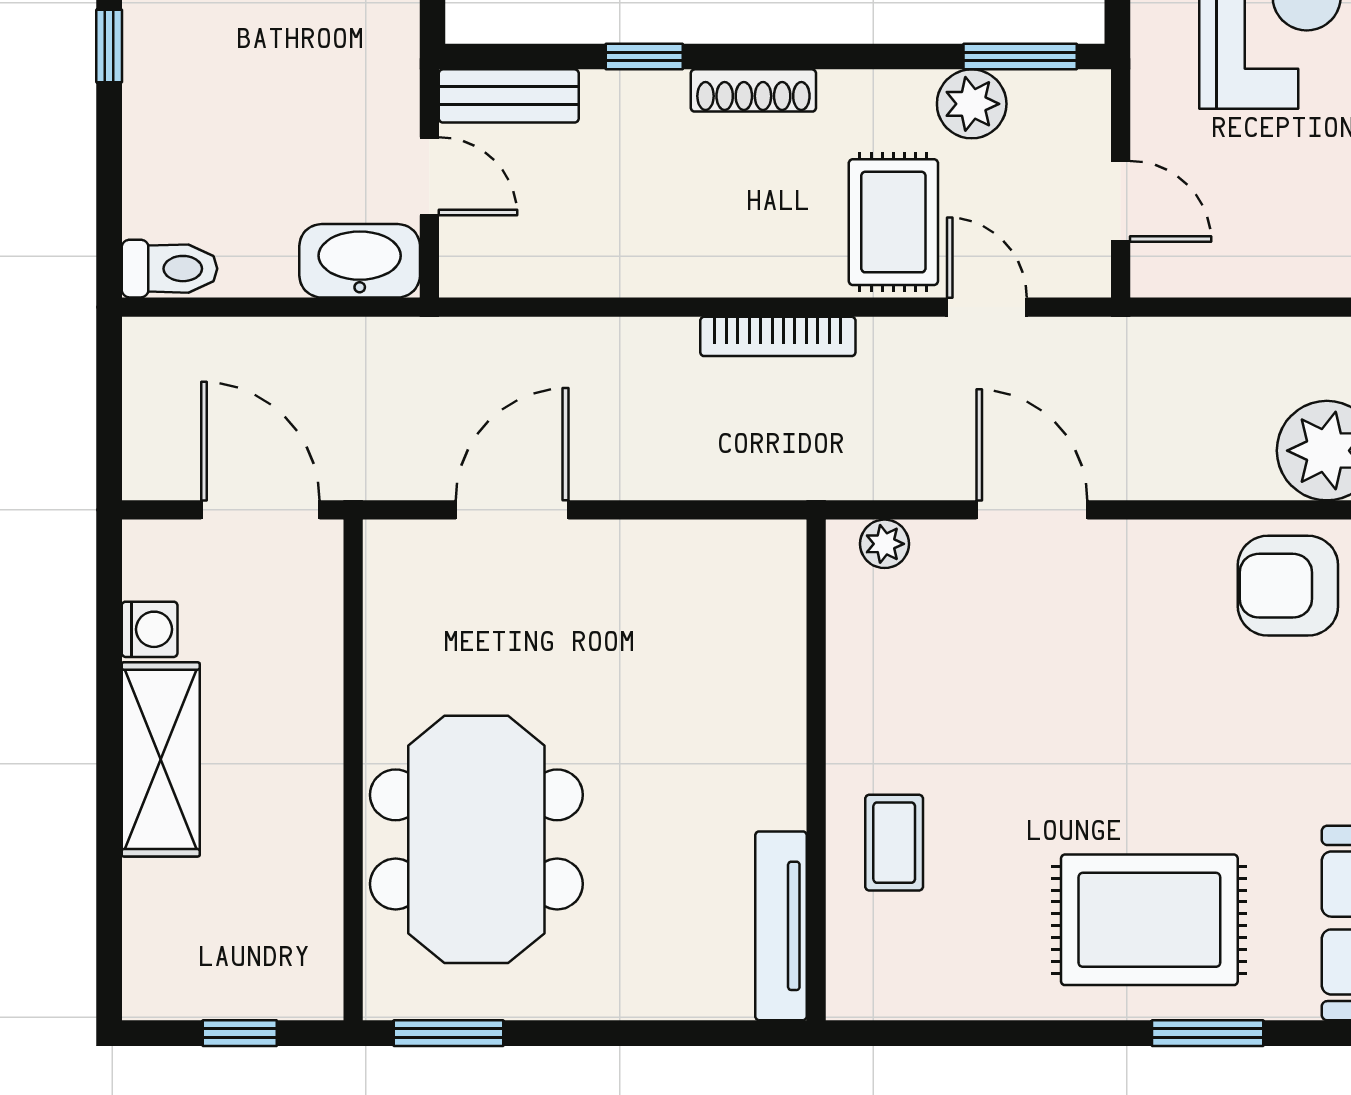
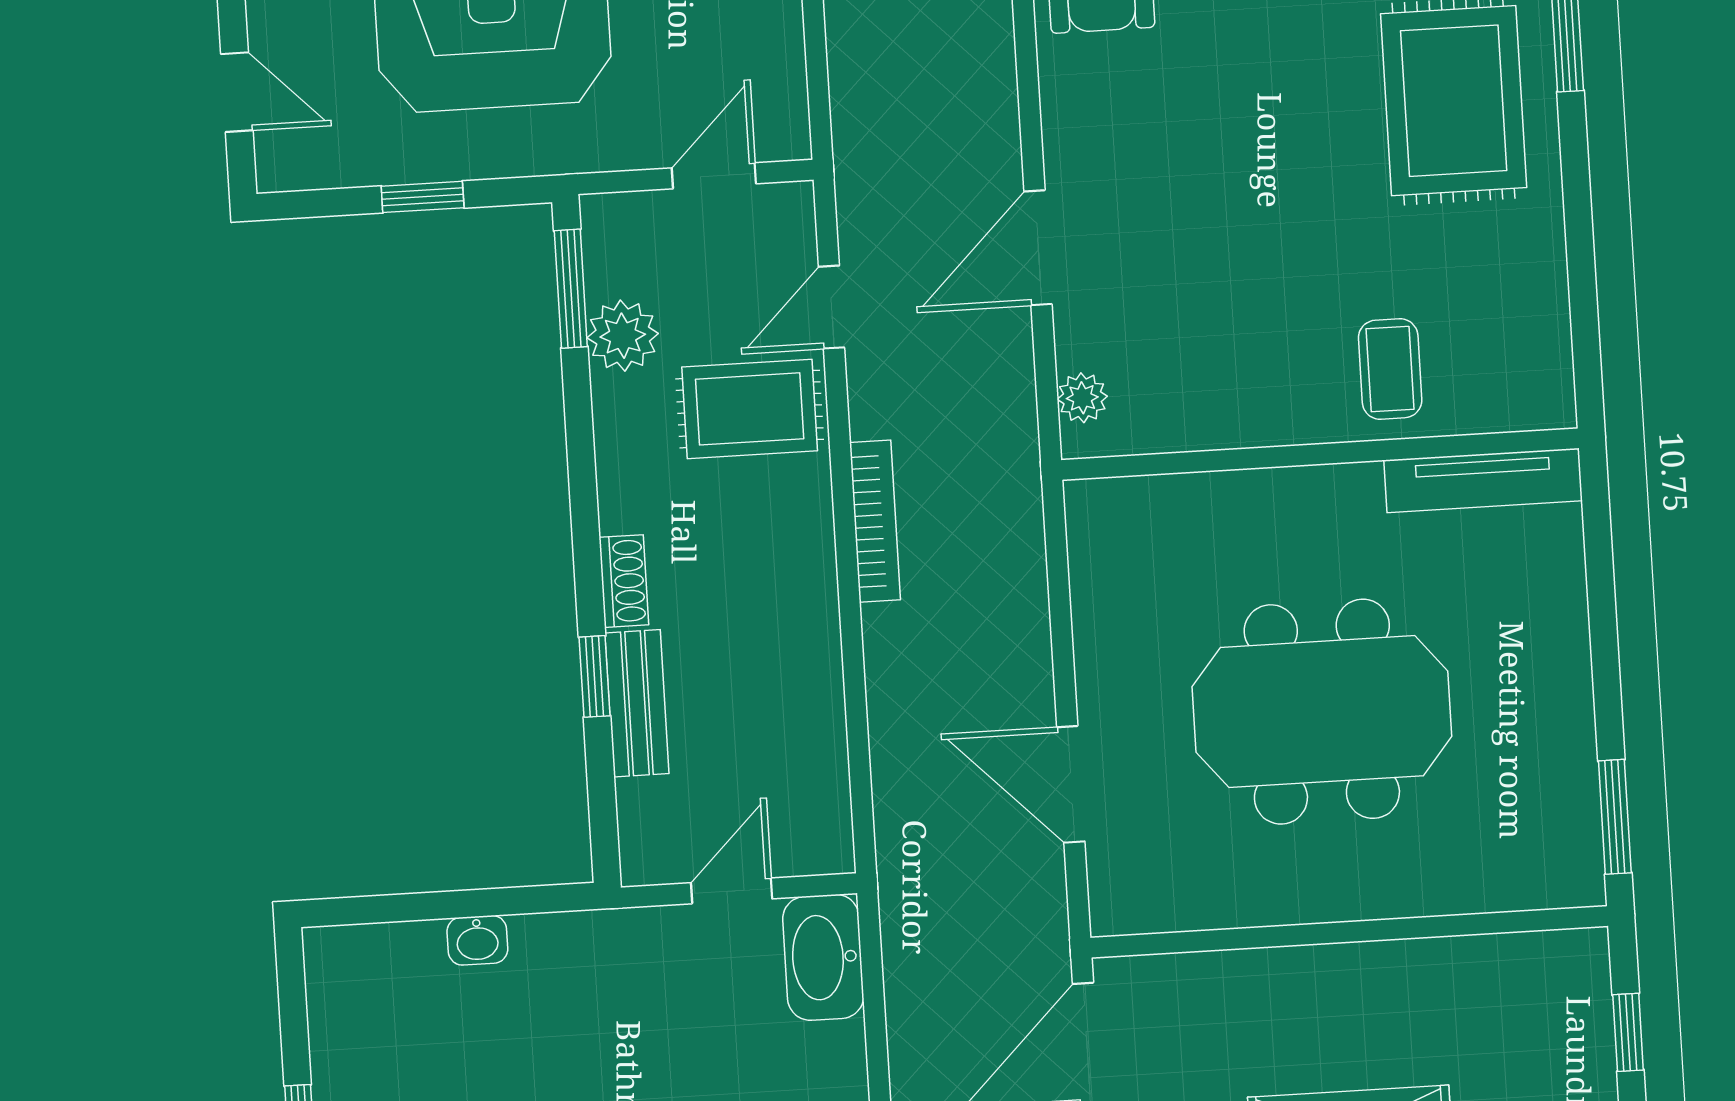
shoe rack: (753, 90) -> (624, 581), width x0.70
bench: (509, 96) -> (637, 703), moved
meeting table: (476, 839) -> (1322, 712), moved
coffee table: (894, 843) -> (1390, 369), turned 90

